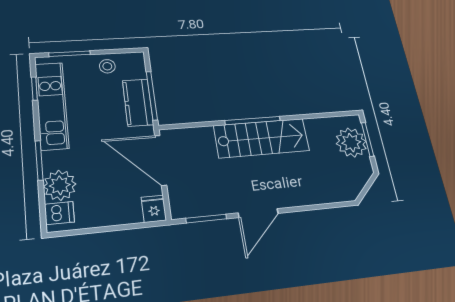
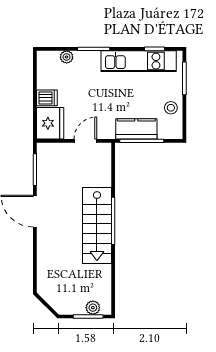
plant: (351, 142) -> (93, 308), width x0.53, depth x0.53
door: (161, 160) -> (85, 141), width x0.53
plant: (60, 185) -> (67, 57), width x0.53, depth x0.53
fridge: (154, 209) -> (50, 123), width x1.88, depth x1.34
dishwasher: (59, 213) -> (47, 98), moved, turned -90

